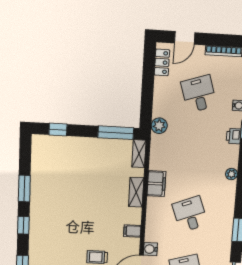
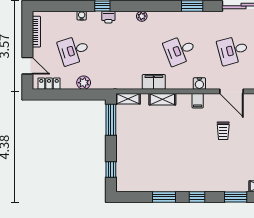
plant: (159, 126) -> (84, 83), moved
water cooler: (150, 249) -> (199, 84), moved

